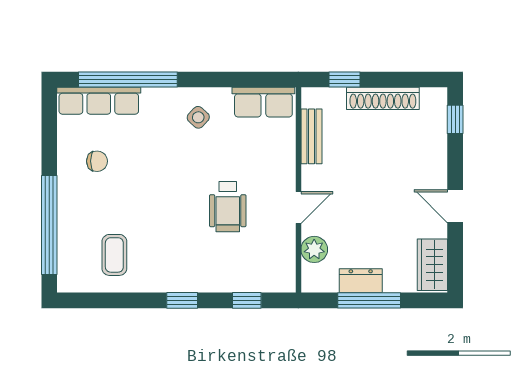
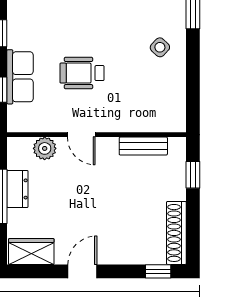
shoe rack: (383, 98) -> (176, 233), moved
row of seats: (263, 102) -> (20, 77), moved, turned 180

